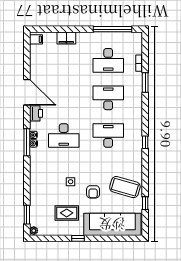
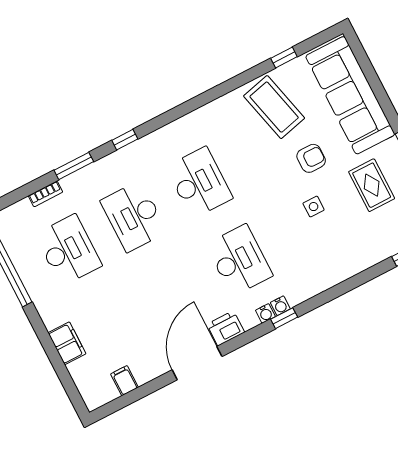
filing cabinet: (36, 39) -> (124, 381), moved
desk: (108, 135) -> (199, 183), turned 180
window: (27, 142) -> (284, 318), width x0.46
window: (145, 142) -> (125, 140), moved
coffee table: (125, 187) -> (274, 107), turned -30

